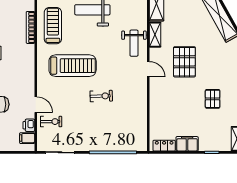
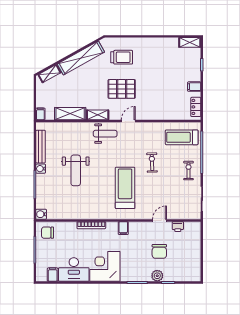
treadmill: (53, 26) -> (182, 137), moved
trolley: (220, 62) -> (122, 57), added
pallet: (213, 99) -> (154, 64), removed
exercise bike: (51, 122) -> (189, 171), moved
filing cabinet: (27, 138) -> (123, 228), moved
filing cabinet: (187, 144) -> (194, 87), width x0.50

